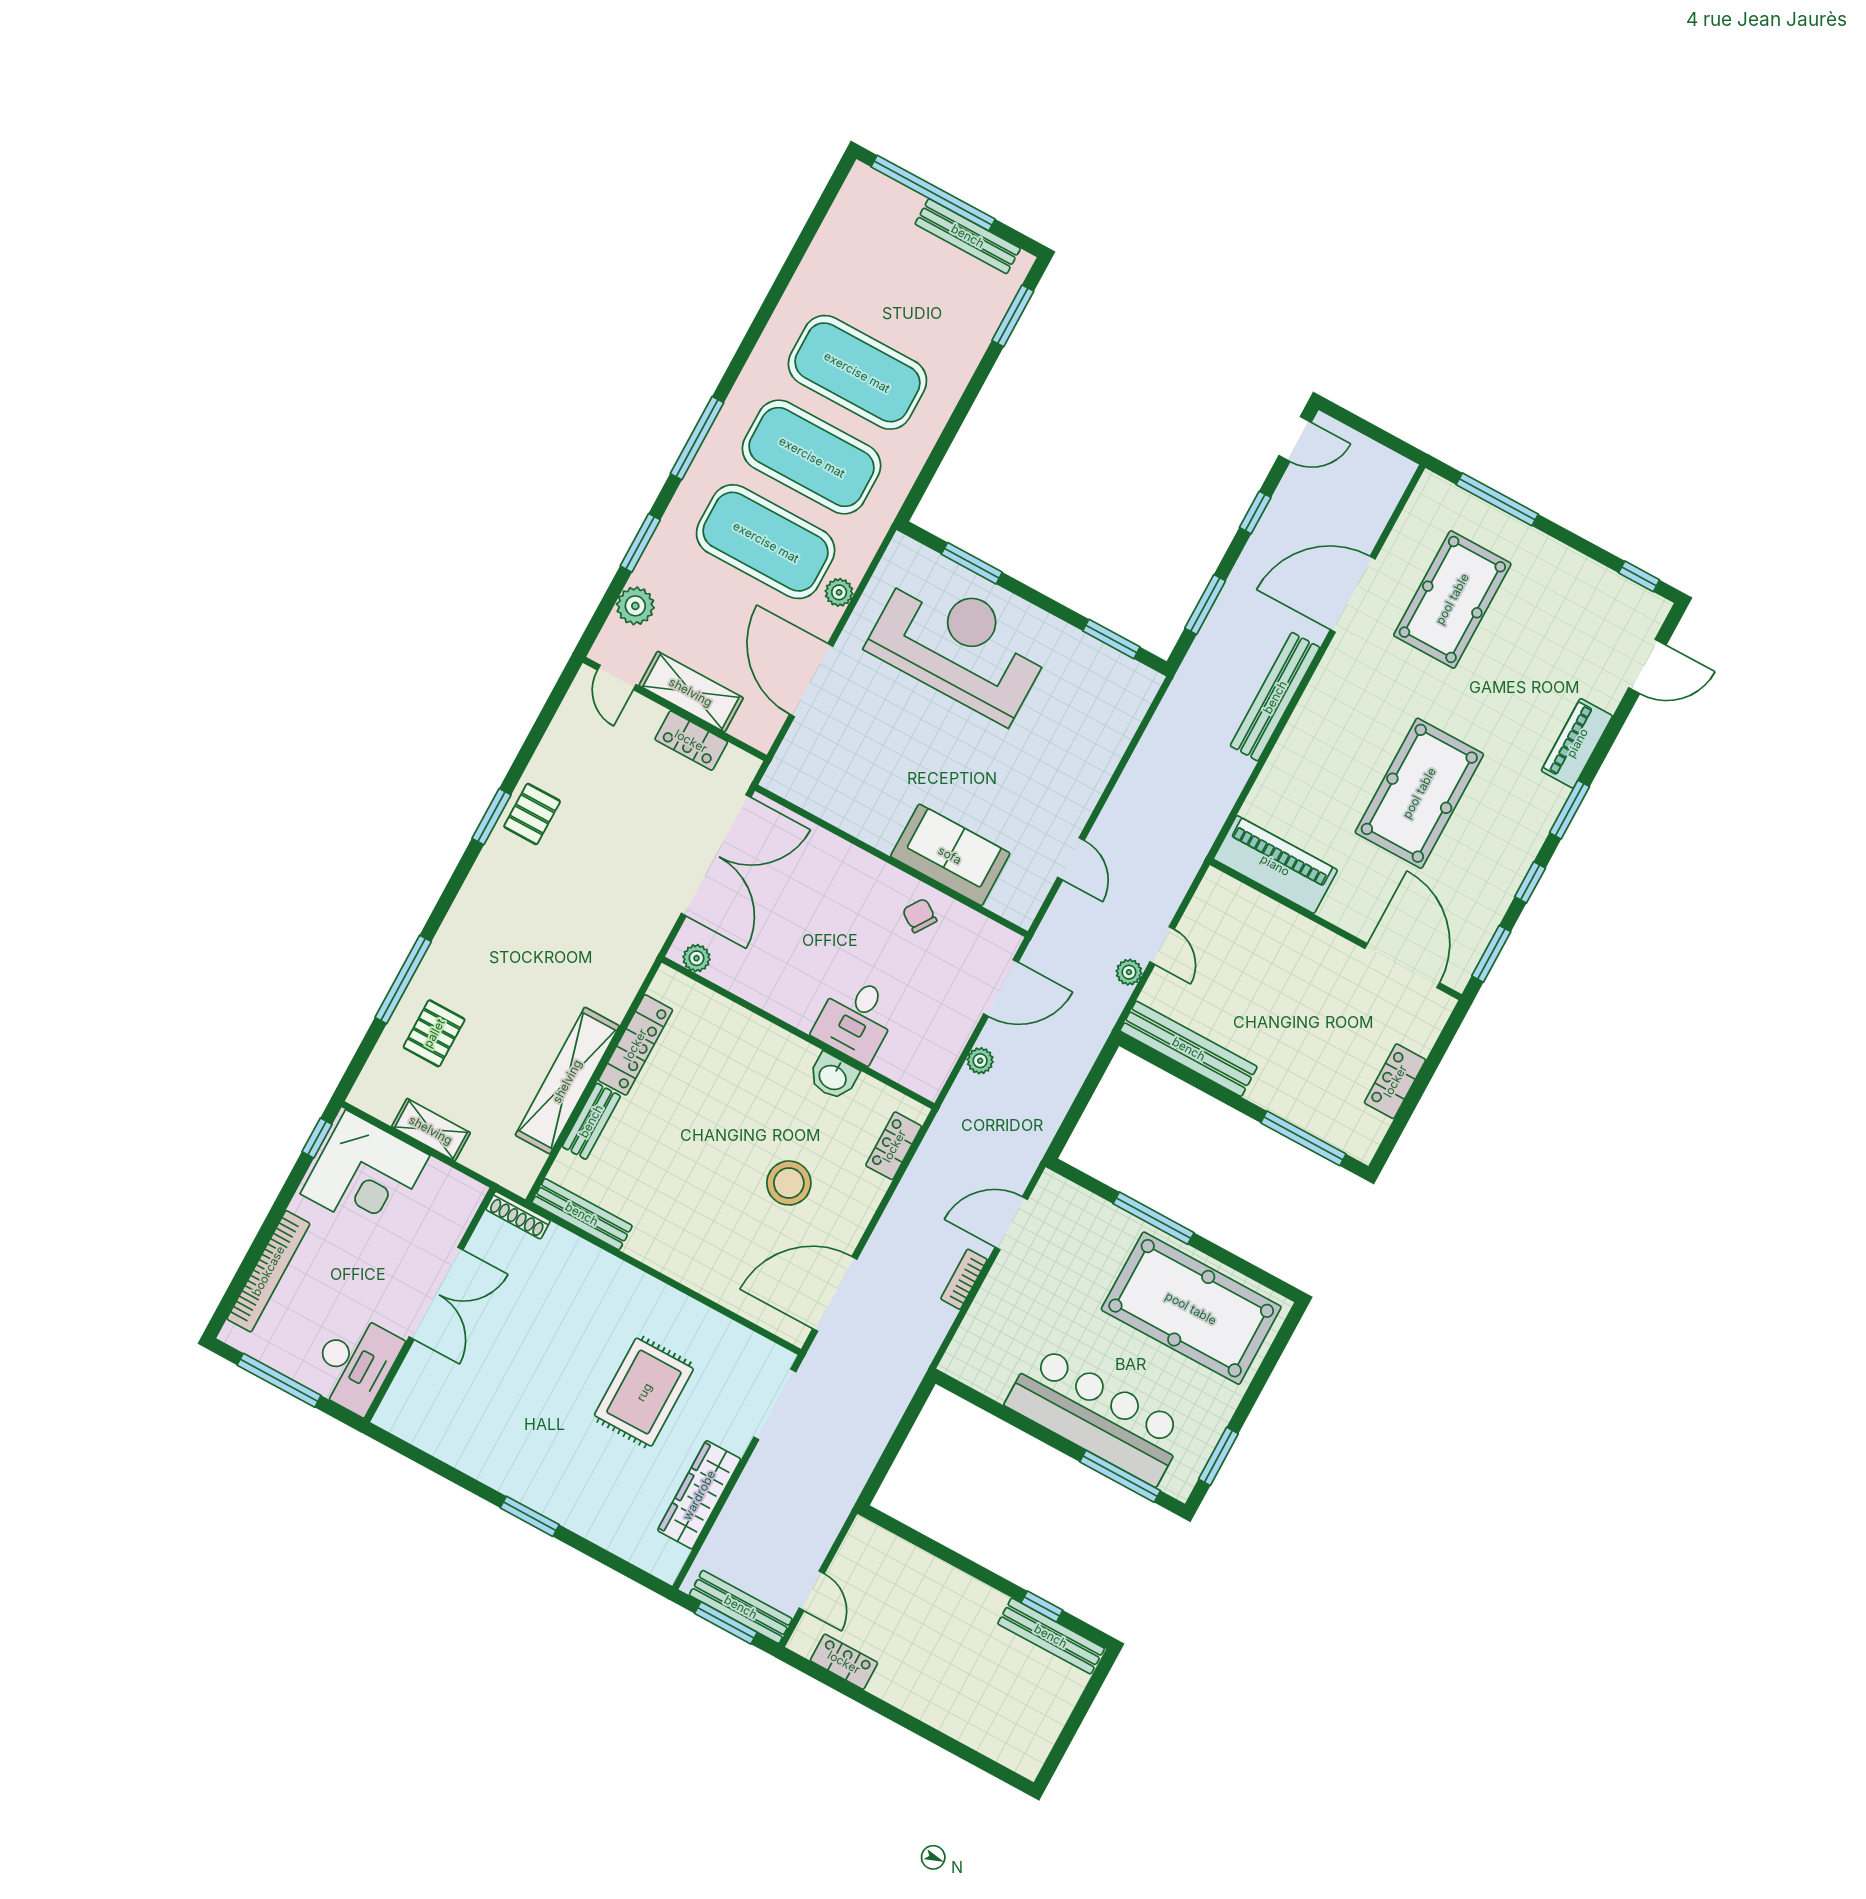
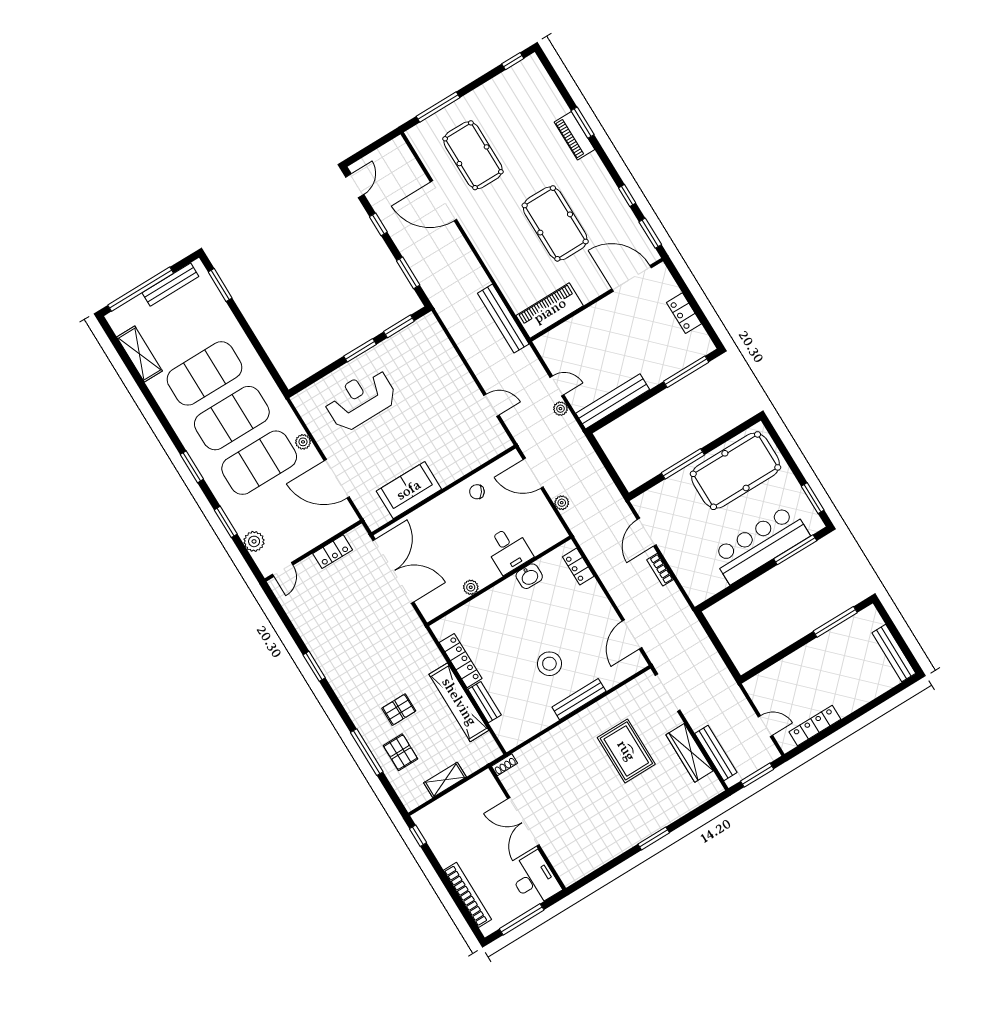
window: (697, 438) -> (192, 467), width x0.69
window: (972, 563) -> (360, 350), moved
door: (1353, 594) -> (443, 201), hinge flipped
reception desk: (959, 645) -> (361, 400), width x0.74, depth x0.77
door: (1647, 666) -> (557, 82), removed
door: (617, 677) -> (283, 570), hinge flipped
shelving: (691, 692) -> (140, 354), moved, turned 90
bench: (1275, 697) -> (503, 319), moved
window: (1570, 810) -> (582, 123), moved
pallet: (532, 814) -> (399, 710), moved, turned 90
sofa: (950, 855) -> (409, 490), moved
plant: (696, 958) -> (471, 587), moved
door: (1001, 988) -> (533, 473), swing flipped
corner desk: (365, 1175) -> (448, 823), removed
stool: (789, 1183) -> (549, 664), moved
bench: (582, 1214) -> (579, 699), moved
shoe rack: (518, 1215) -> (504, 765), width x0.70
double door: (436, 1293) -> (523, 822), swing flipped
door: (835, 1294) -> (632, 634), width x0.73
window: (1042, 1606) -> (835, 622), width x2.17
bench: (741, 1607) -> (716, 753), moved, turned 90
bench: (1051, 1636) -> (894, 653), moved, turned 90
locker: (844, 1662) -> (815, 725), width x1.53

